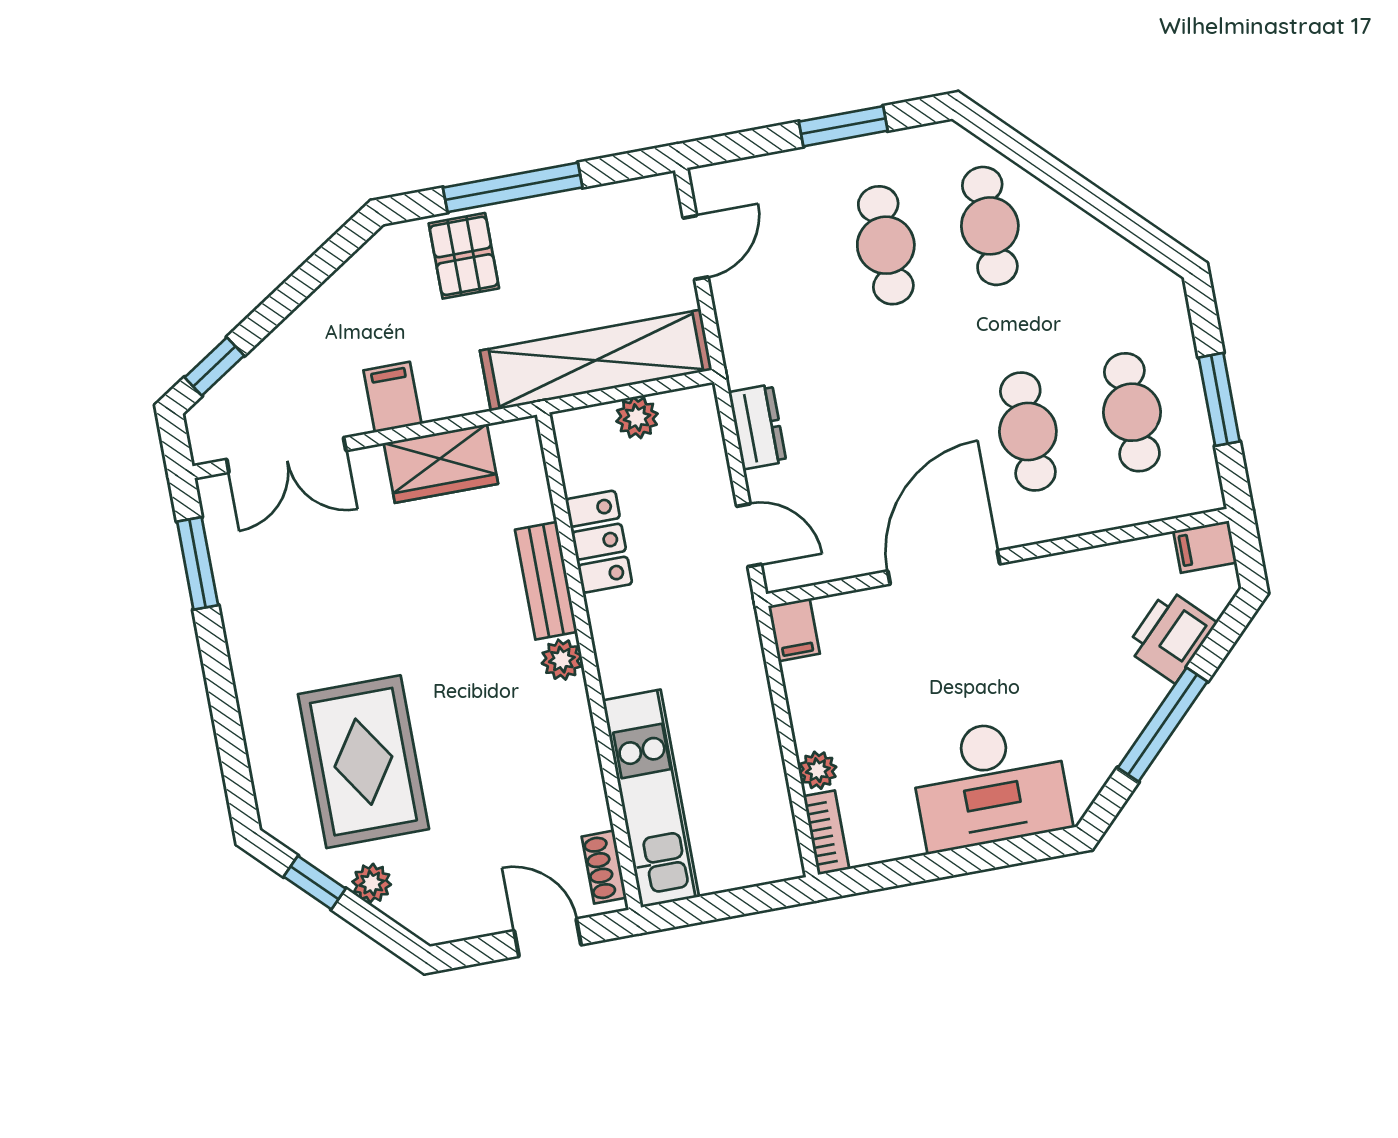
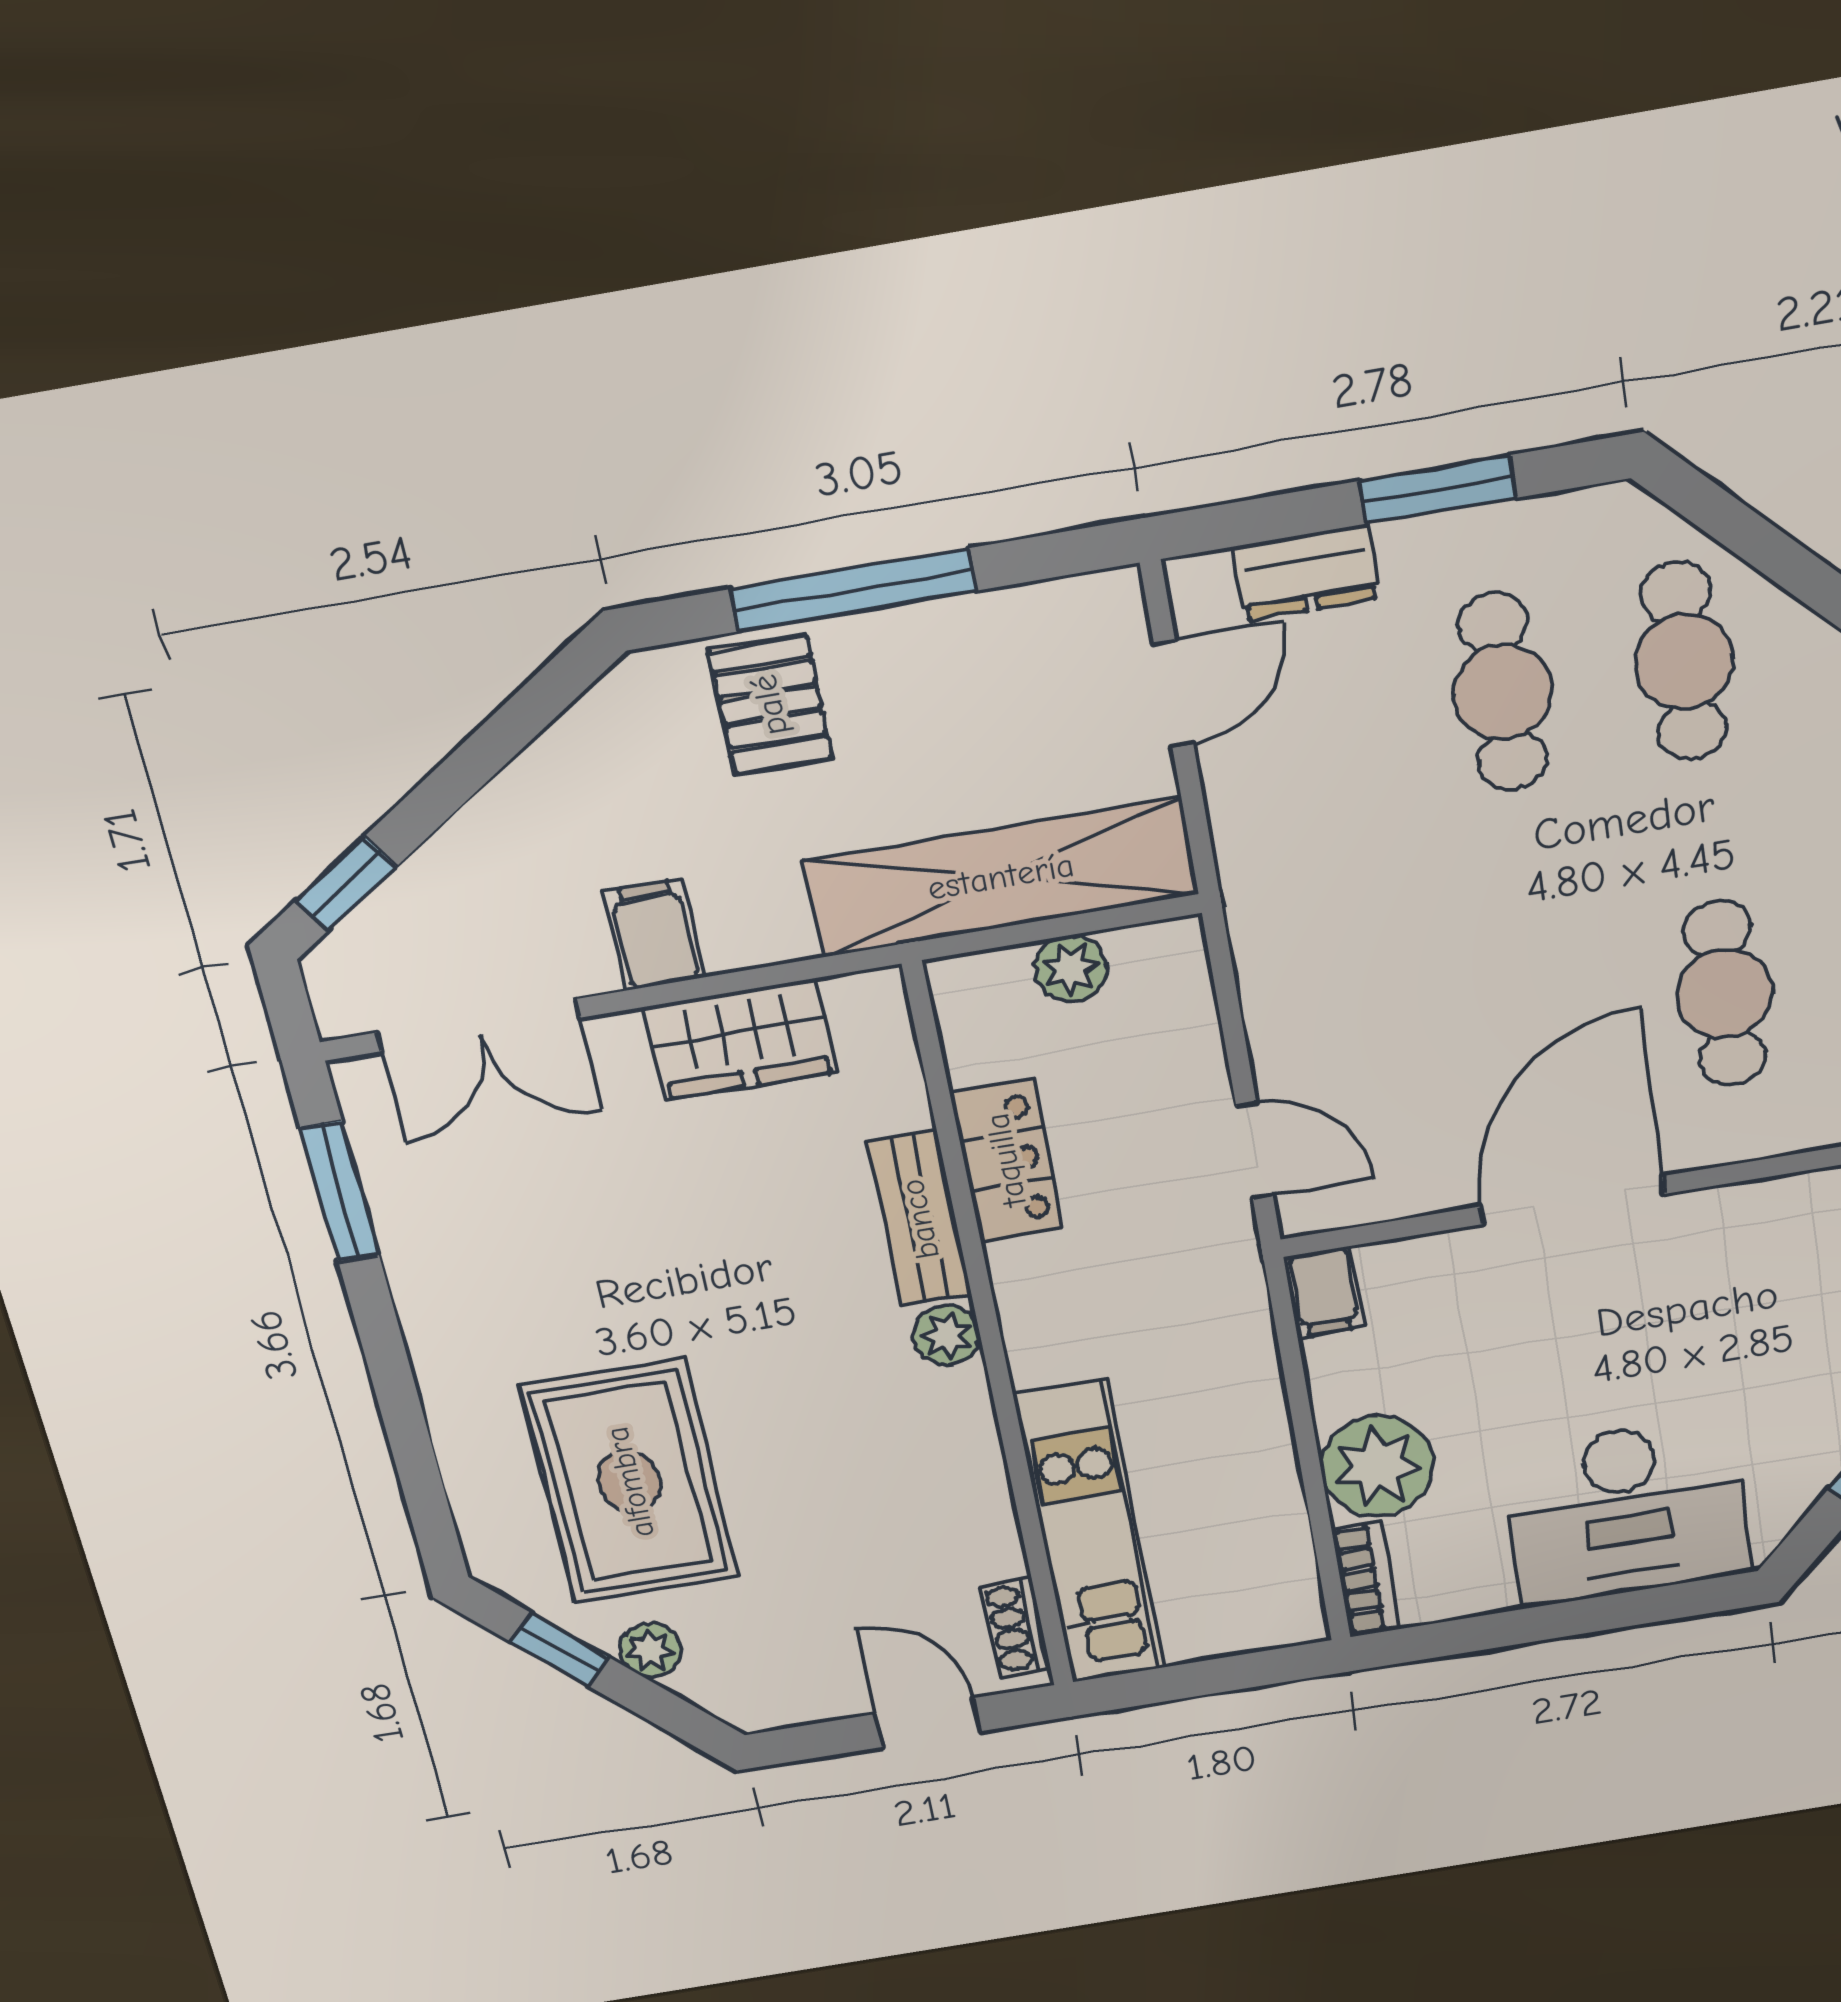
dresser: (758, 427) -> (1306, 572), moved, turned 90
plant: (818, 770) -> (1377, 1466), width x1.88, depth x1.88

